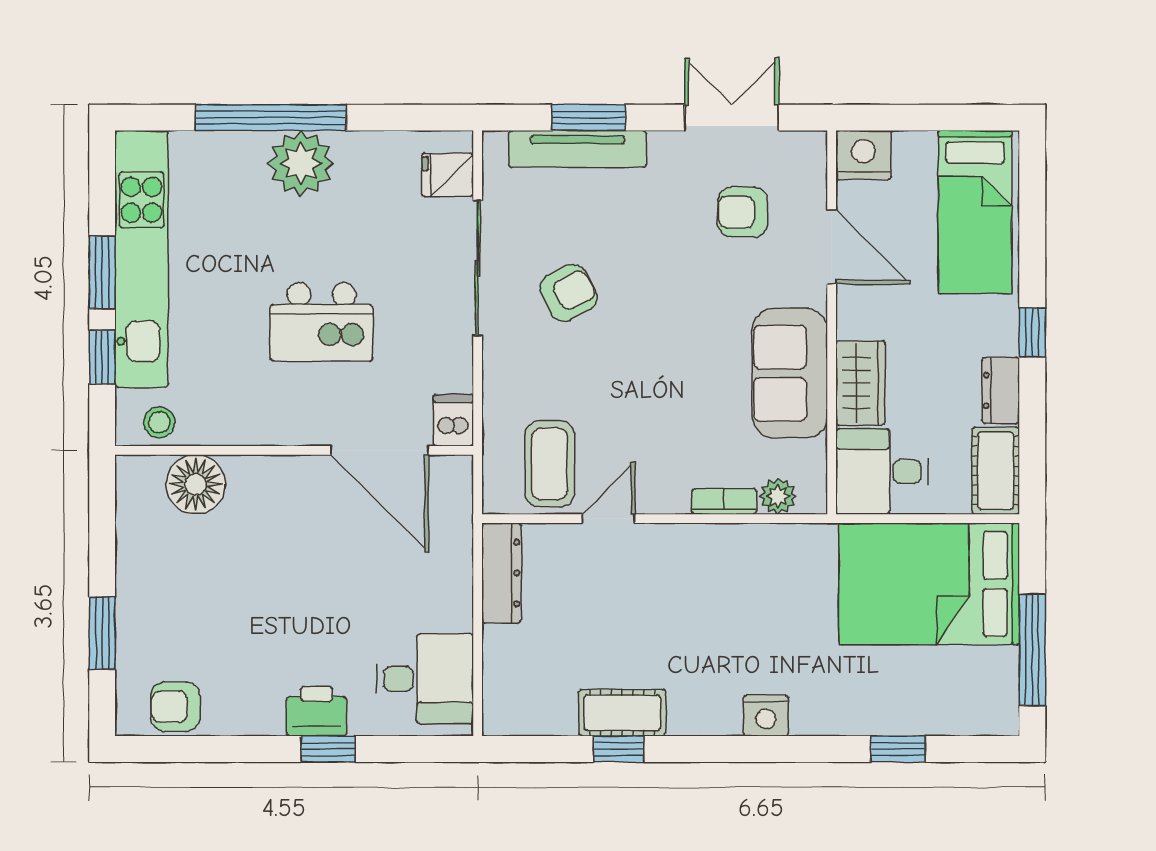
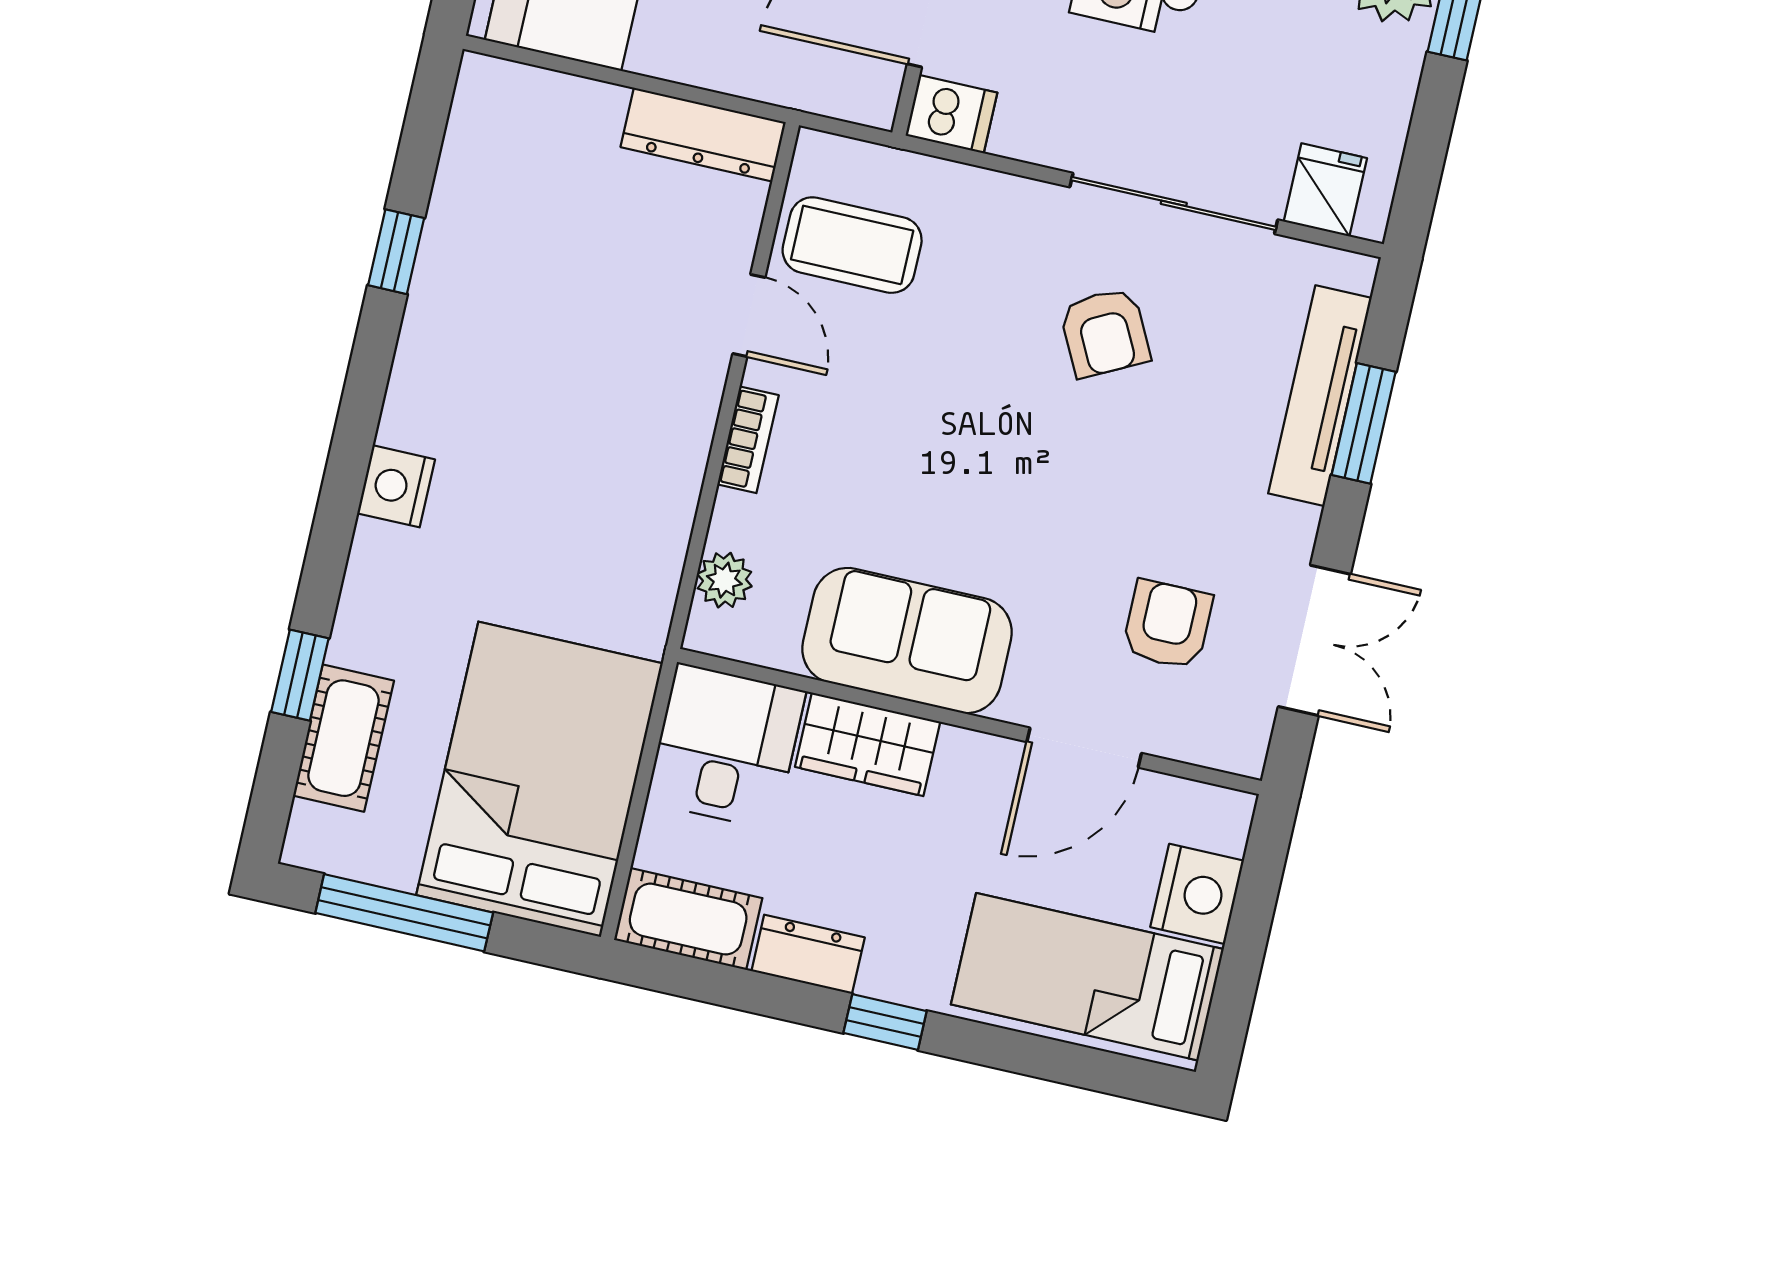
nightstand: (863, 155) -> (1197, 894), moved
bookcase: (724, 501) -> (748, 440), moved
cot: (622, 713) -> (343, 738), moved

